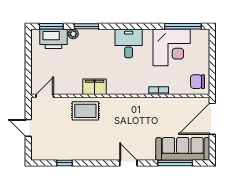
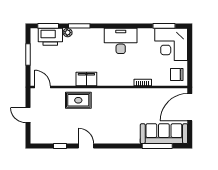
window: (183, 26) -> (164, 26), width x0.69
desk: (129, 43) -> (121, 41), width x1.37
corner desk: (172, 47) -> (171, 44), moved, turned 90
window: (28, 59) -> (28, 55), added
door: (45, 96) -> (42, 87), hinge flipped
door: (128, 163) -> (86, 146), moved

